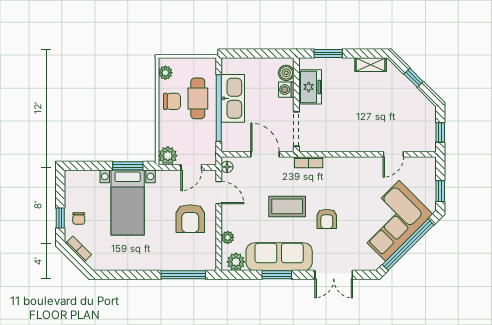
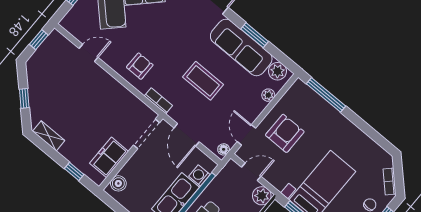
window: (328, 53) -> (74, 172), width x0.67
washing machine: (286, 90) -> (199, 175), moved, turned 180
armchair: (327, 219) -> (140, 66), moved

